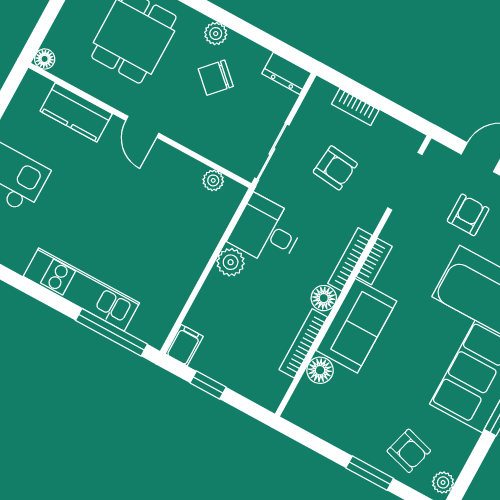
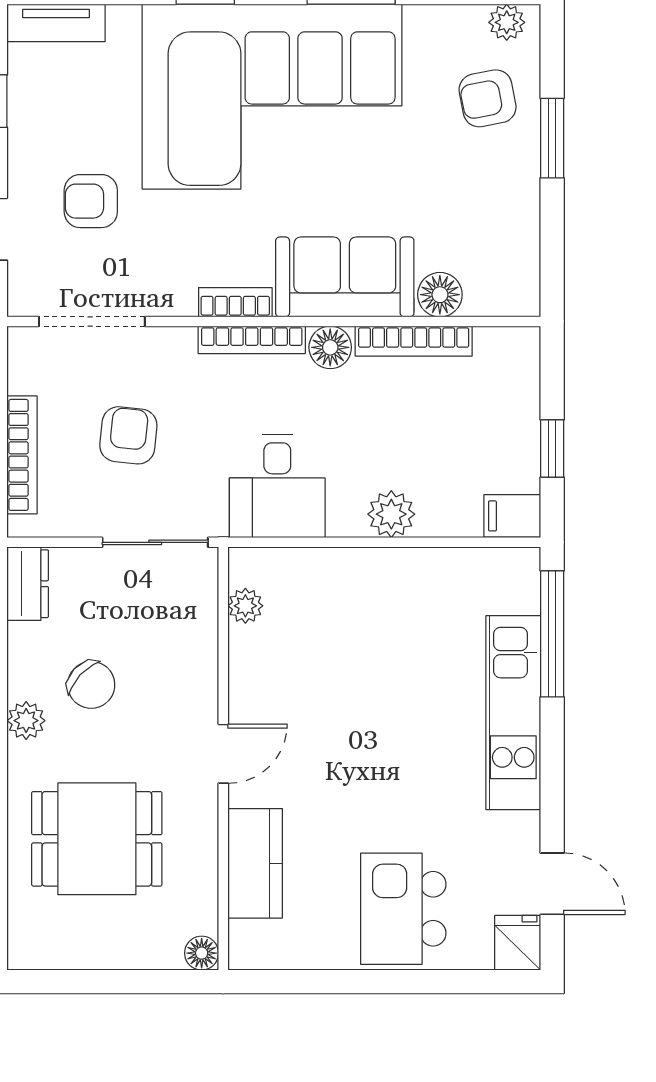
bookcase: (355, 107) -> (22, 455), width x1.56
plant: (231, 262) -> (391, 514), moved
armchair: (409, 451) -> (488, 98), turned -117

